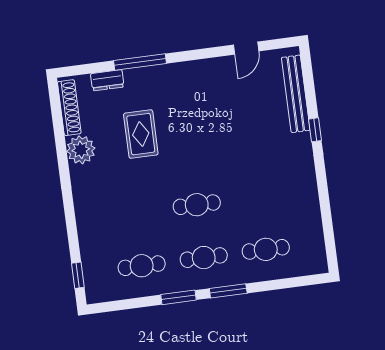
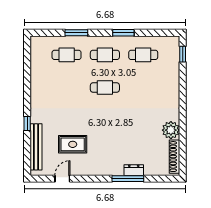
dresser: (107, 80) -> (134, 170), moved
rug: (141, 134) -> (73, 144), moved, turned 90
window: (228, 291) -> (76, 33), moved

